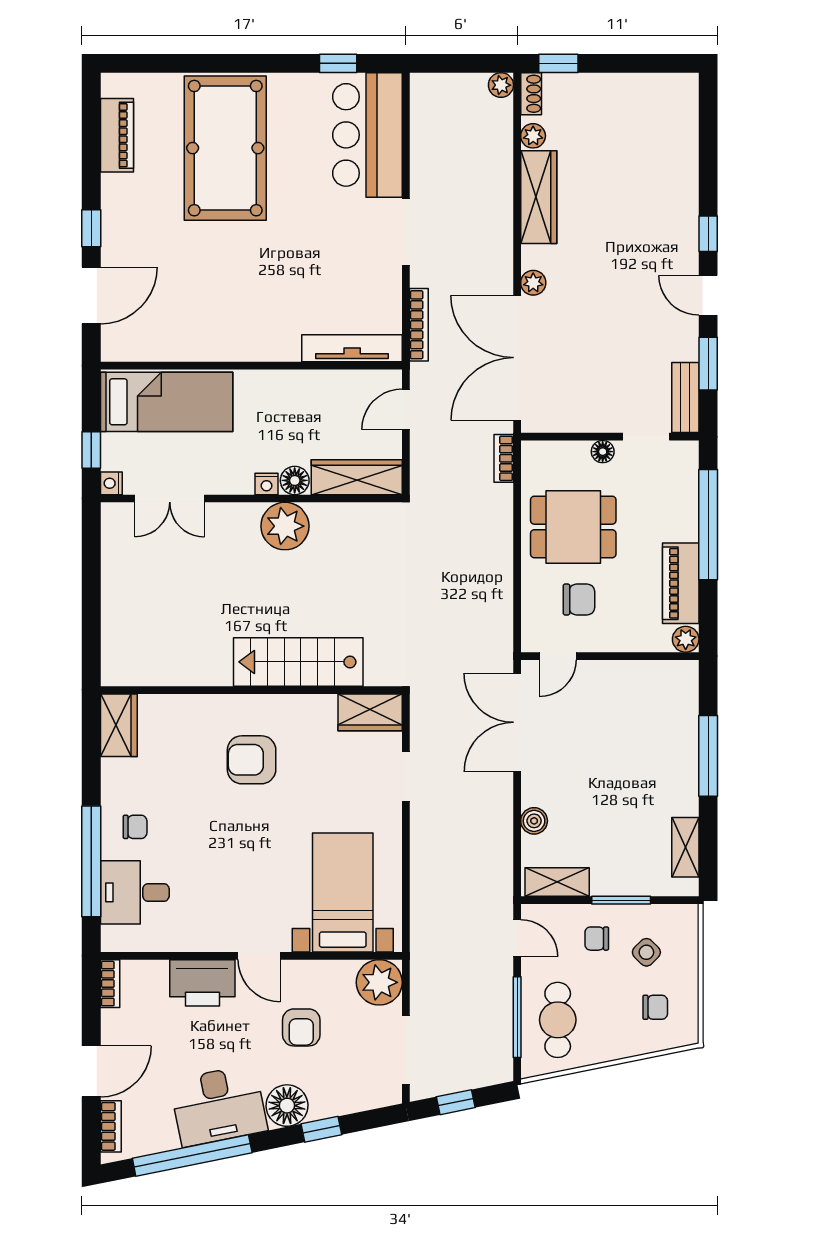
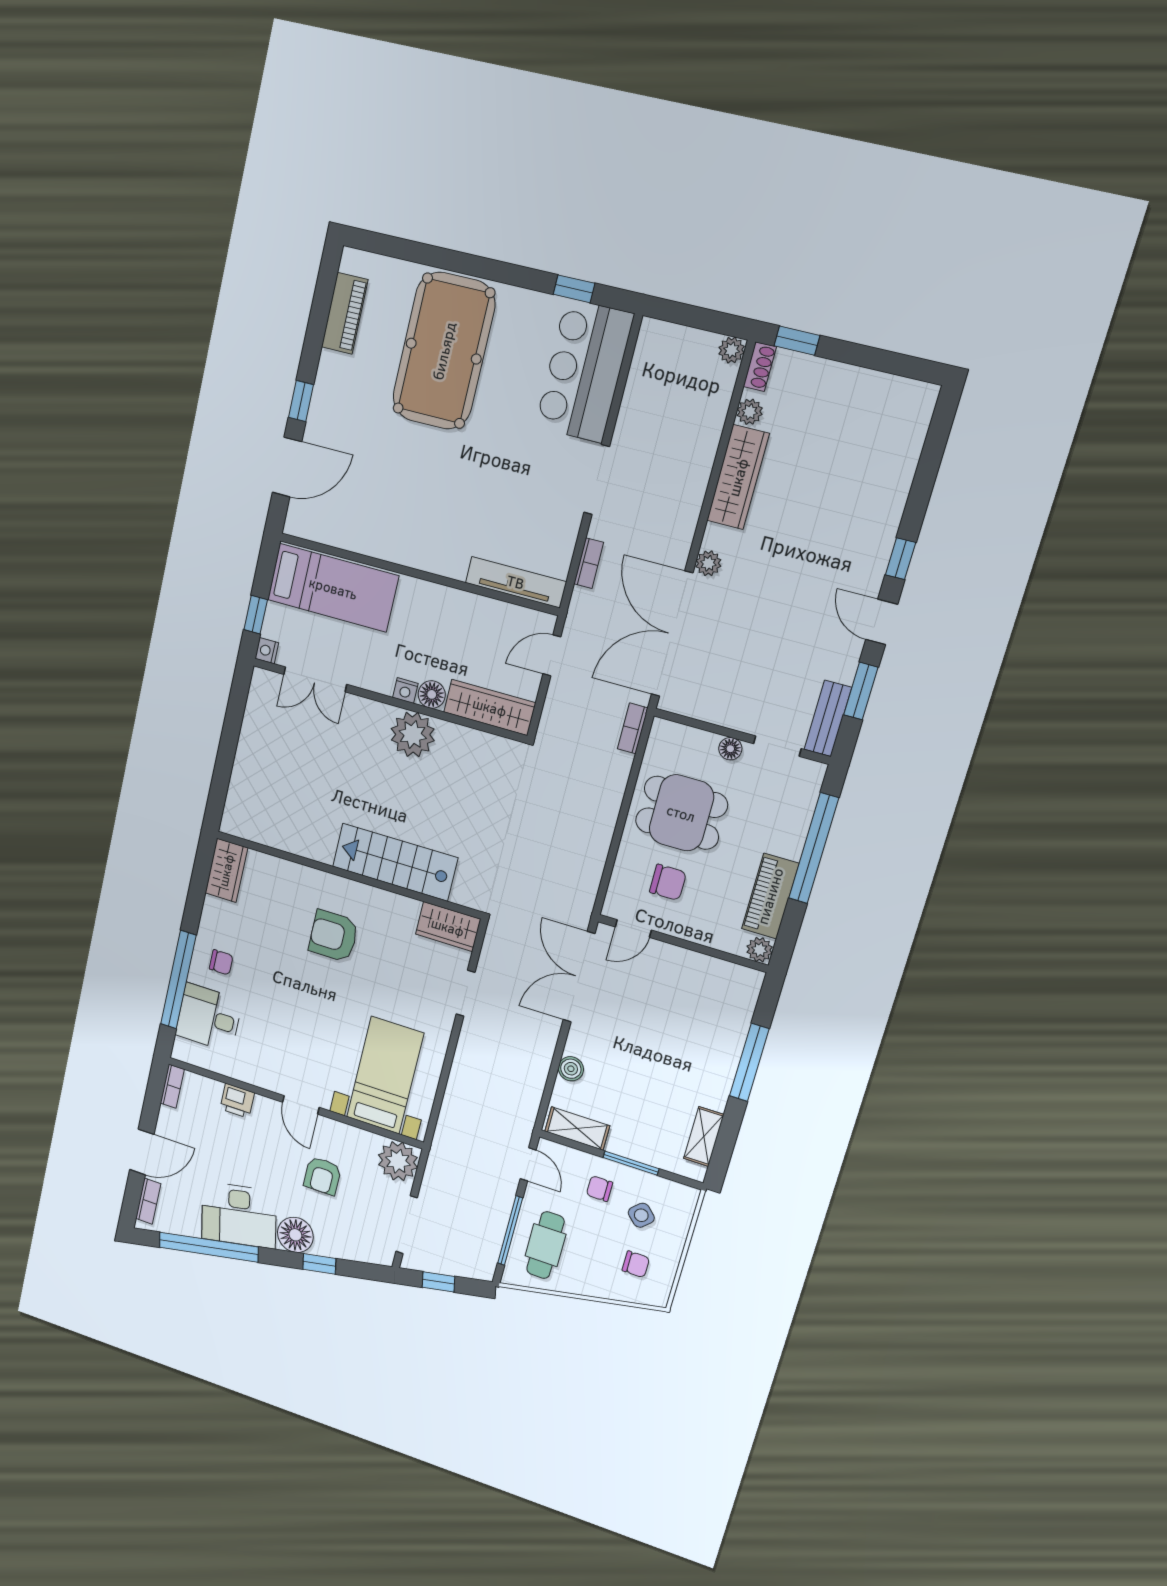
bookcase: (419, 325) -> (589, 563), width x0.64
printer: (202, 983) -> (237, 1101), width x0.53, depth x0.68

